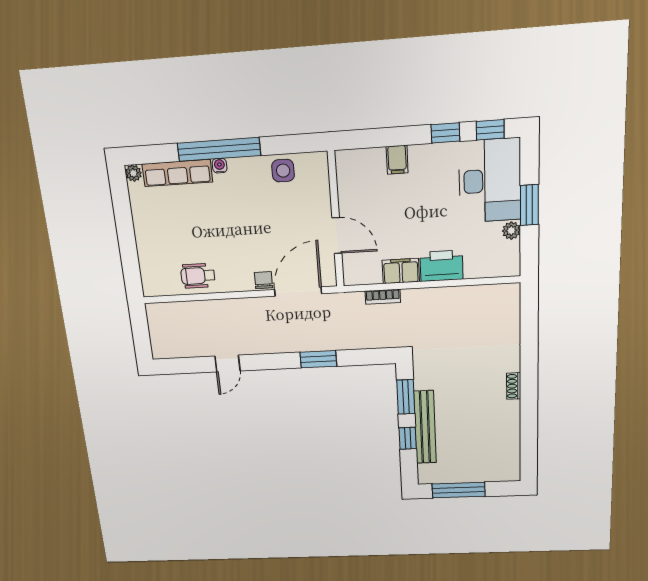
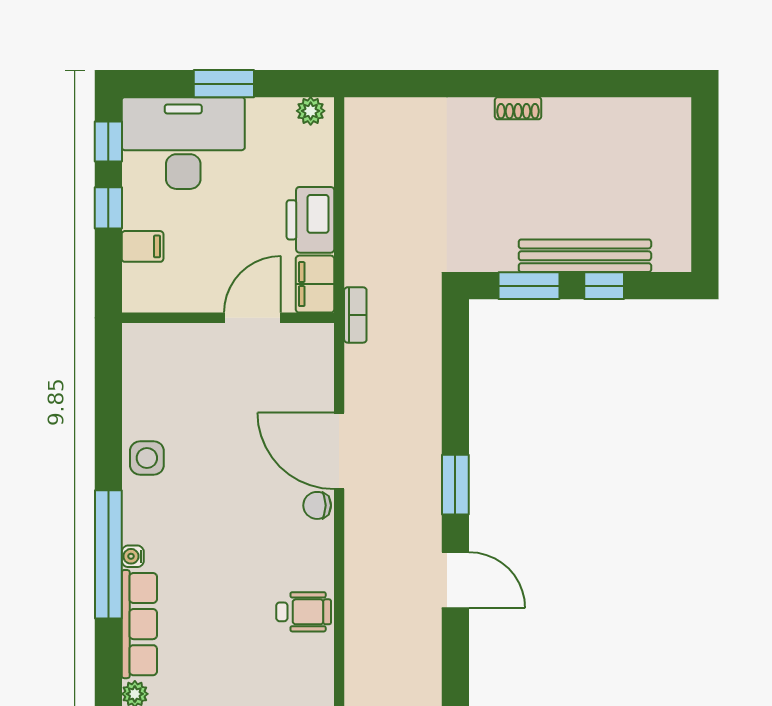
filing cabinet: (397, 160) -> (143, 246), moved
wall: (336, 220) -> (228, 318), moved
plant: (511, 231) -> (311, 111), moved
door: (337, 236) -> (252, 318), moved
wheelchair: (198, 276) -> (304, 612), turned -90
window: (318, 359) -> (455, 485), moved
door: (227, 363) -> (455, 580), width x1.38
window: (458, 490) -> (705, 203), removed

